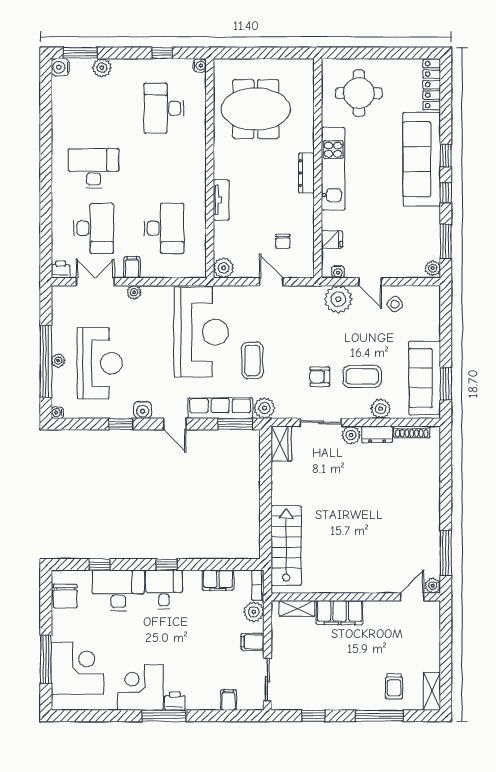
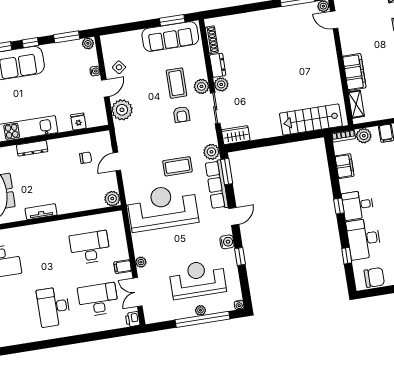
tv unit: (221, 200) -> (41, 212), moved
water cooler: (338, 272) -> (95, 71), moved
plant: (381, 409) -> (201, 86), moved

